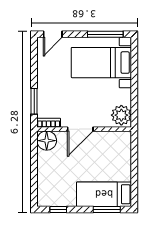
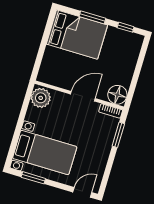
window: (105, 34) -> (33, 178), width x0.69
bed: (104, 194) -> (77, 35), width x1.50
window: (107, 209) -> (92, 17), moved

